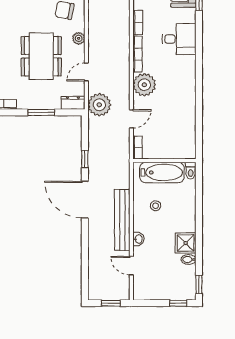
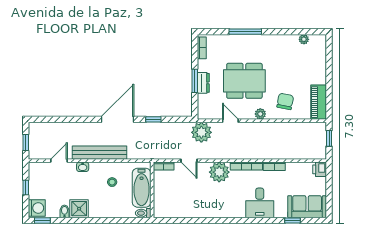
dresser: (73, 103) -> (203, 83), moved
washing machine: (185, 291) -> (37, 208), added
window: (178, 303) -> (26, 188), moved

